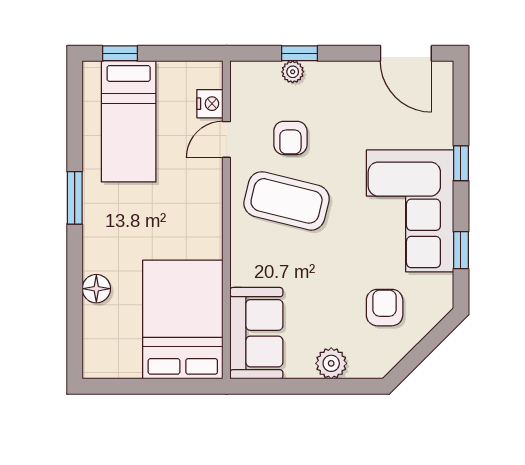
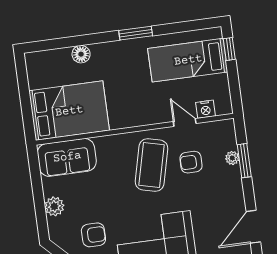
window: (300, 53) -> (244, 161), width x1.50

